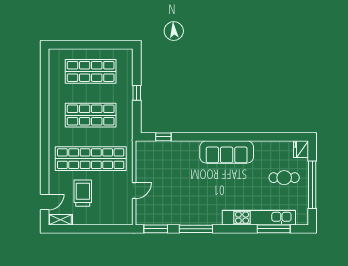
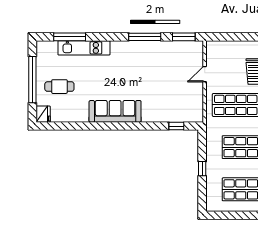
kitchen unit: (259, 218) -> (84, 48), width x0.73

